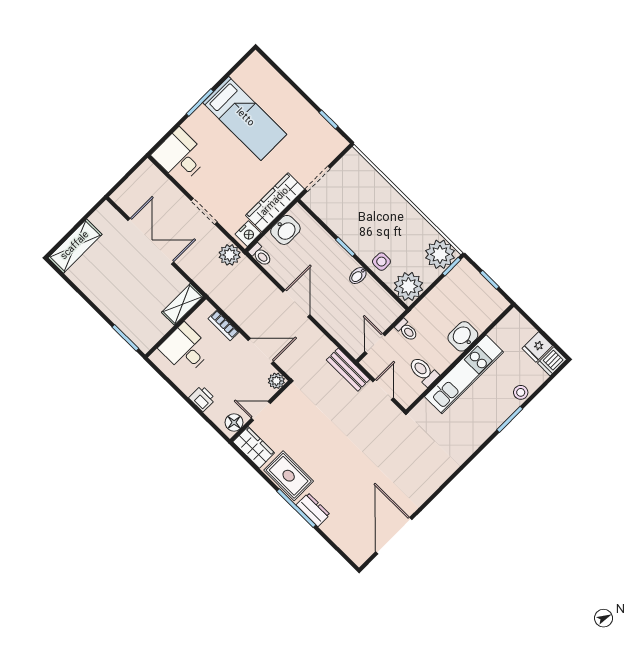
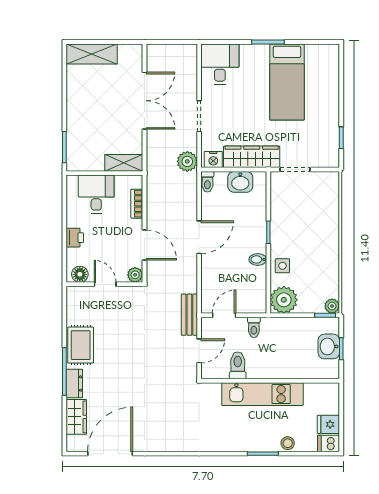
plant: (440, 254) -> (332, 306), width x0.53, depth x0.53
washbasin: (463, 336) -> (329, 346), moved, turned -90
wardrobe: (254, 447) -> (76, 417), moved

